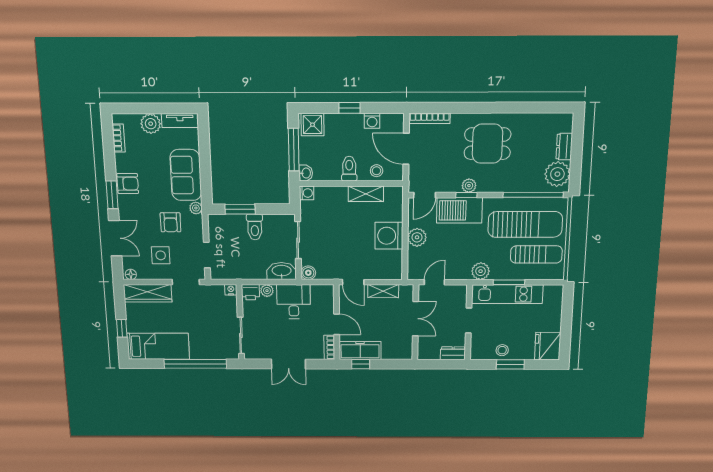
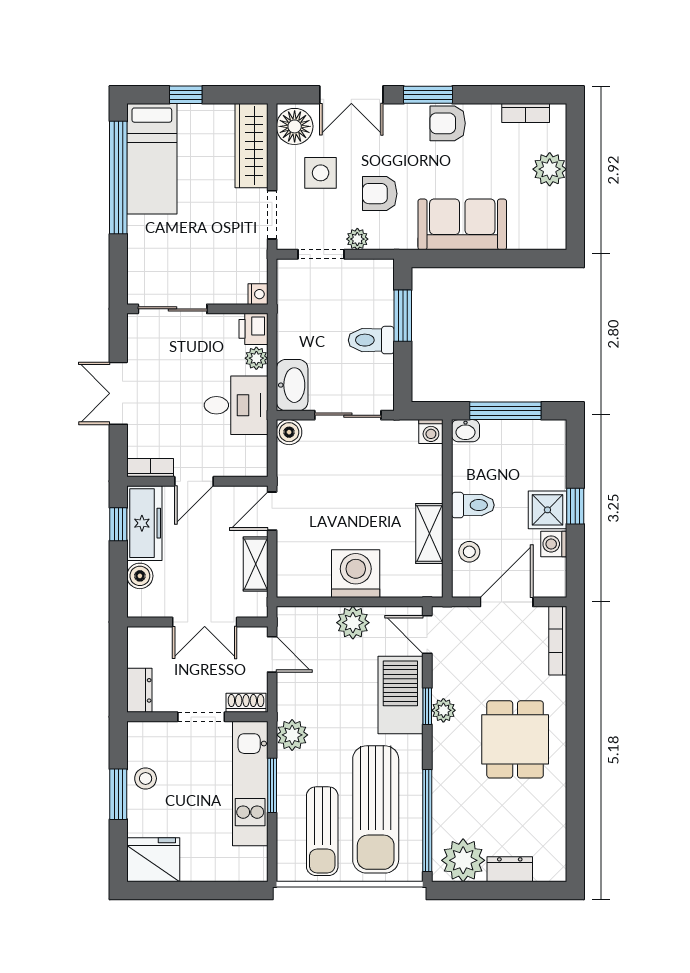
tv unit: (180, 121) -> (555, 219), removed
shower: (312, 125) -> (547, 510), moved
armchair: (128, 184) -> (448, 123), turned 90
plant: (196, 208) -> (357, 239), moved
floor lamp: (131, 274) -> (295, 126), width x1.89, depth x1.89
shoe rack: (461, 296) -> (246, 703), added
boiler: (389, 353) -> (140, 576), added
window: (195, 364) -> (118, 178), moved

